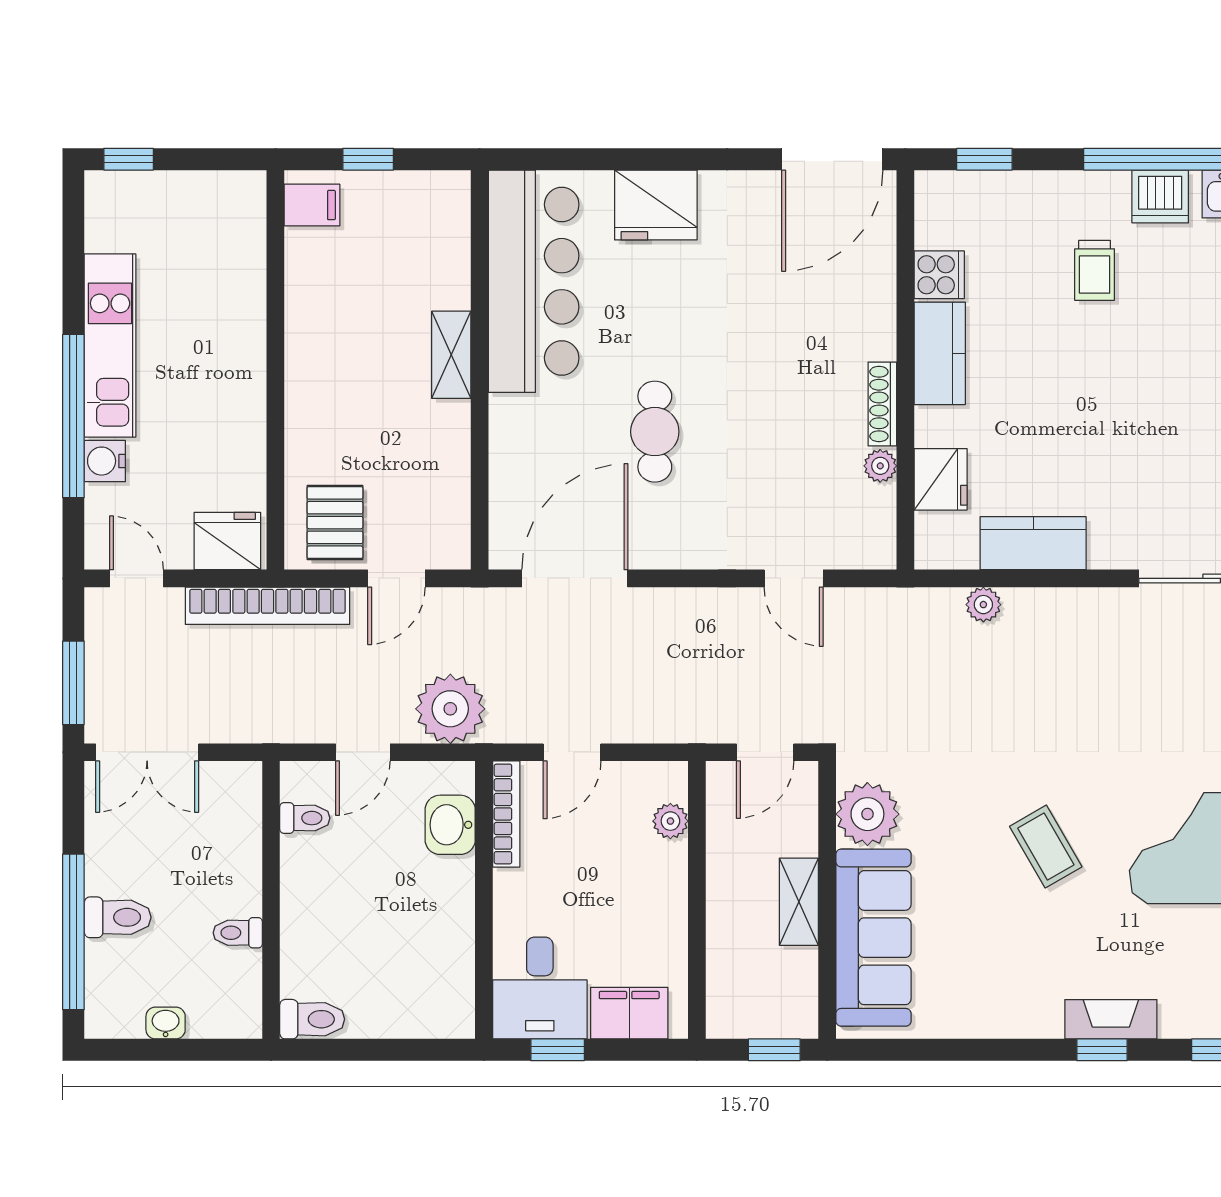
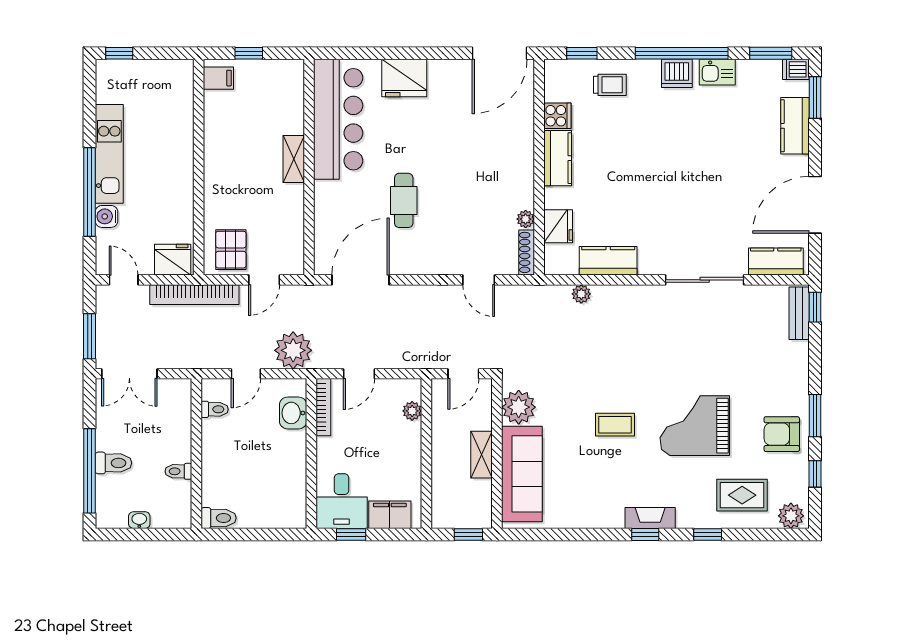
trolley: (1095, 270) -> (610, 85), moved, turned -90
shoe rack: (882, 404) -> (527, 252), moved
coffee table: (1046, 847) -> (615, 425), turned -60

